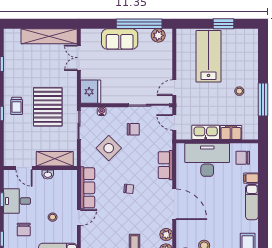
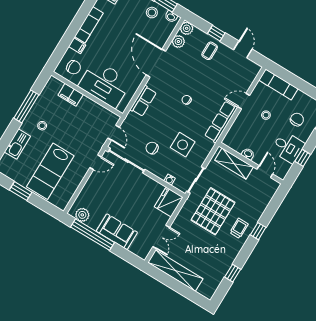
kitchen sink: (206, 132) -> (17, 144), moved, turned -90
side table: (109, 148) -> (183, 145), turned 45

